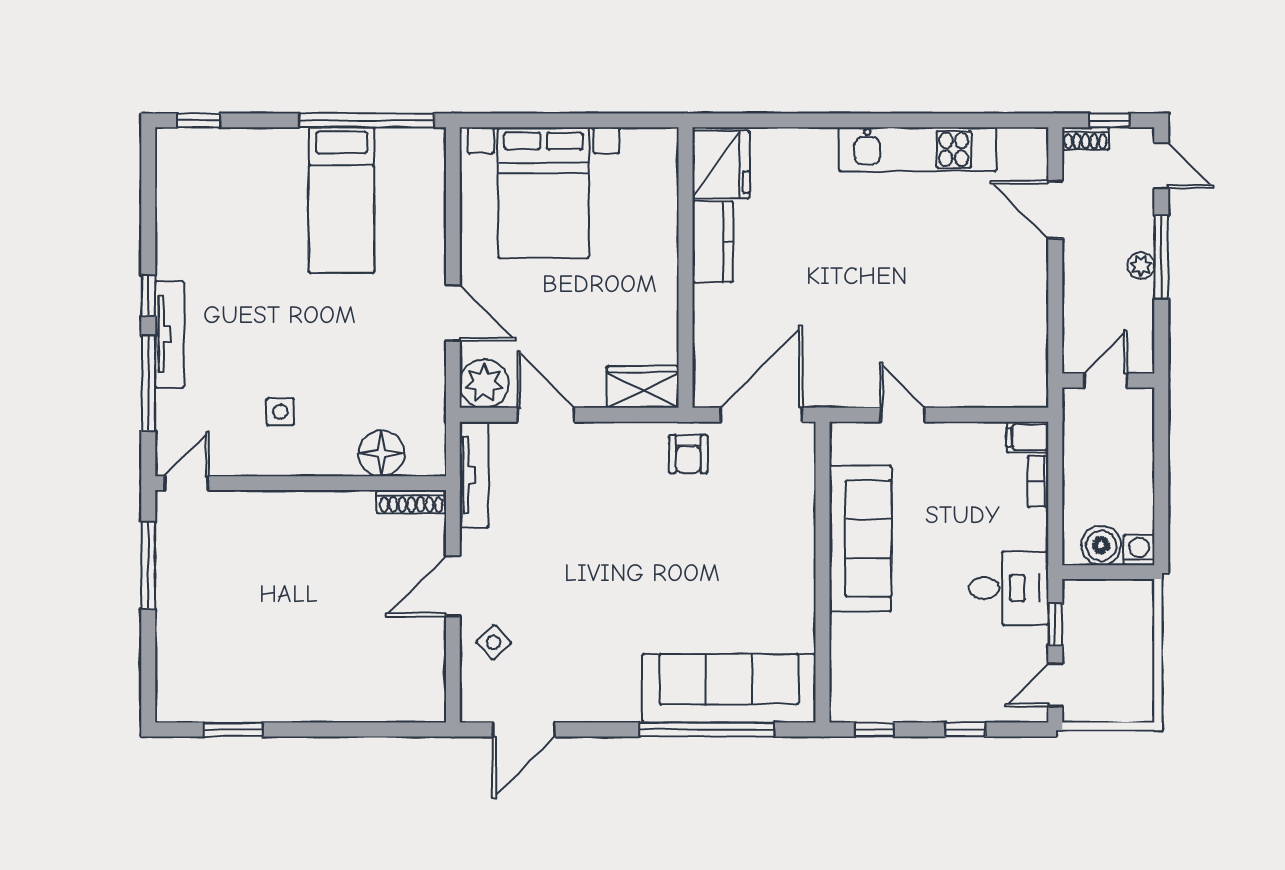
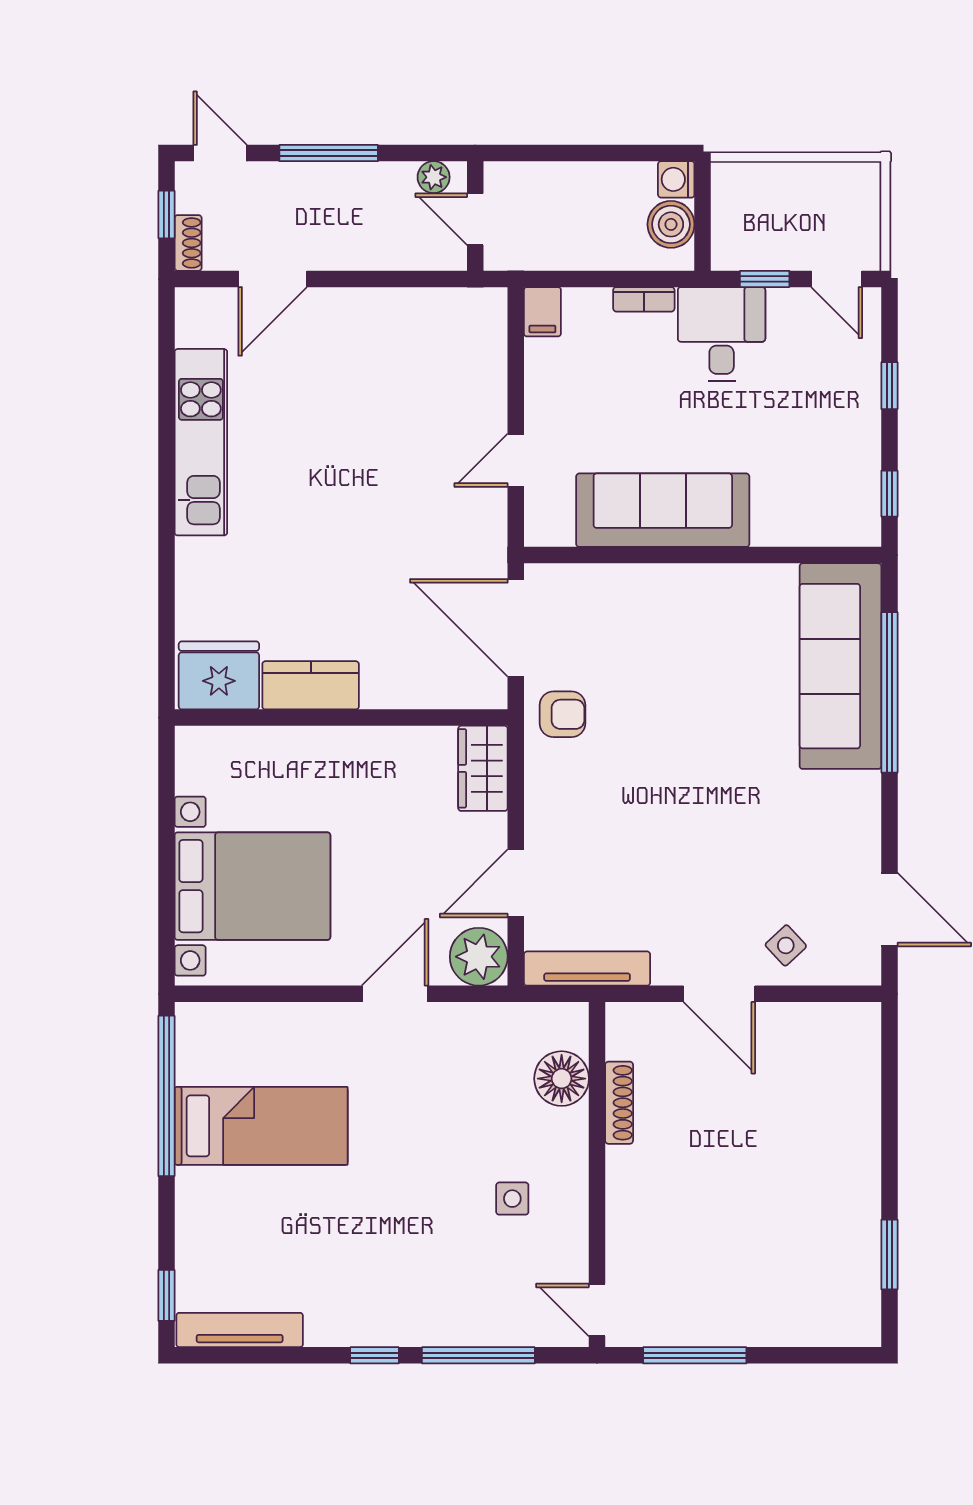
door: (1161, 166) -> (220, 153), hinge flipped
plant: (1141, 266) -> (434, 177), moved
tv unit: (170, 334) -> (240, 1330), moved
bookcase: (1038, 481) -> (644, 299), moved
shoe rack: (411, 502) -> (619, 1103), moved

